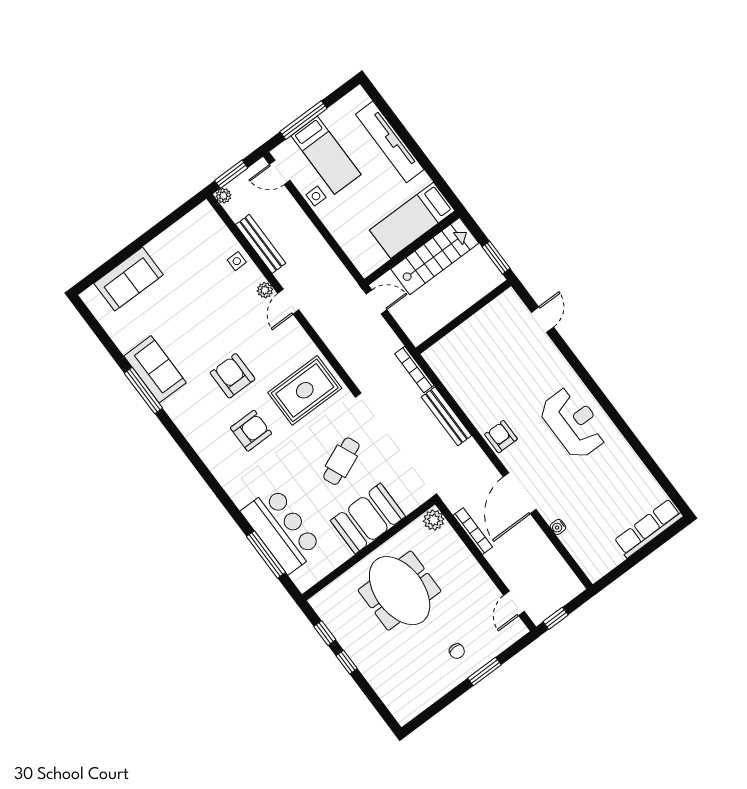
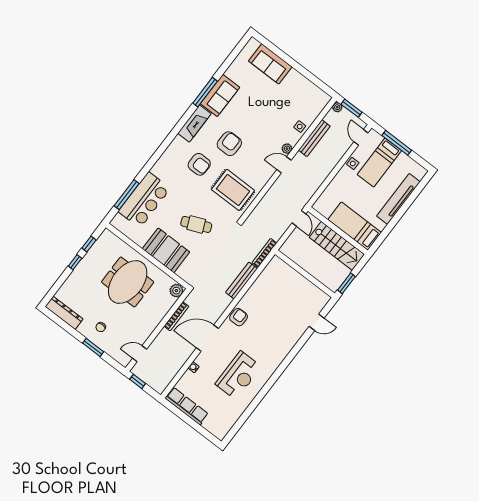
fireplace: (187, 420) -> (194, 123), added
reception desk: (573, 423) -> (238, 375), moved
row of seats: (648, 528) -> (187, 406), moved
dresser: (419, 701) -> (64, 313), added

